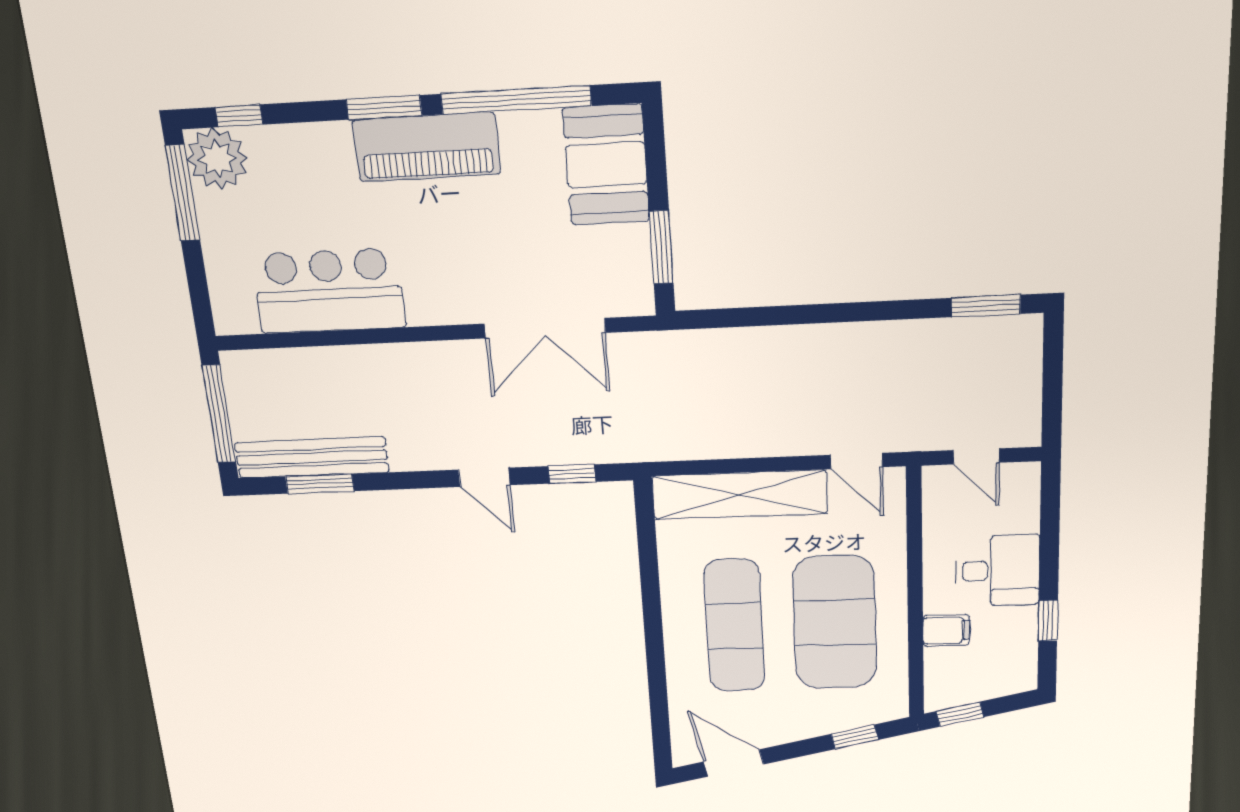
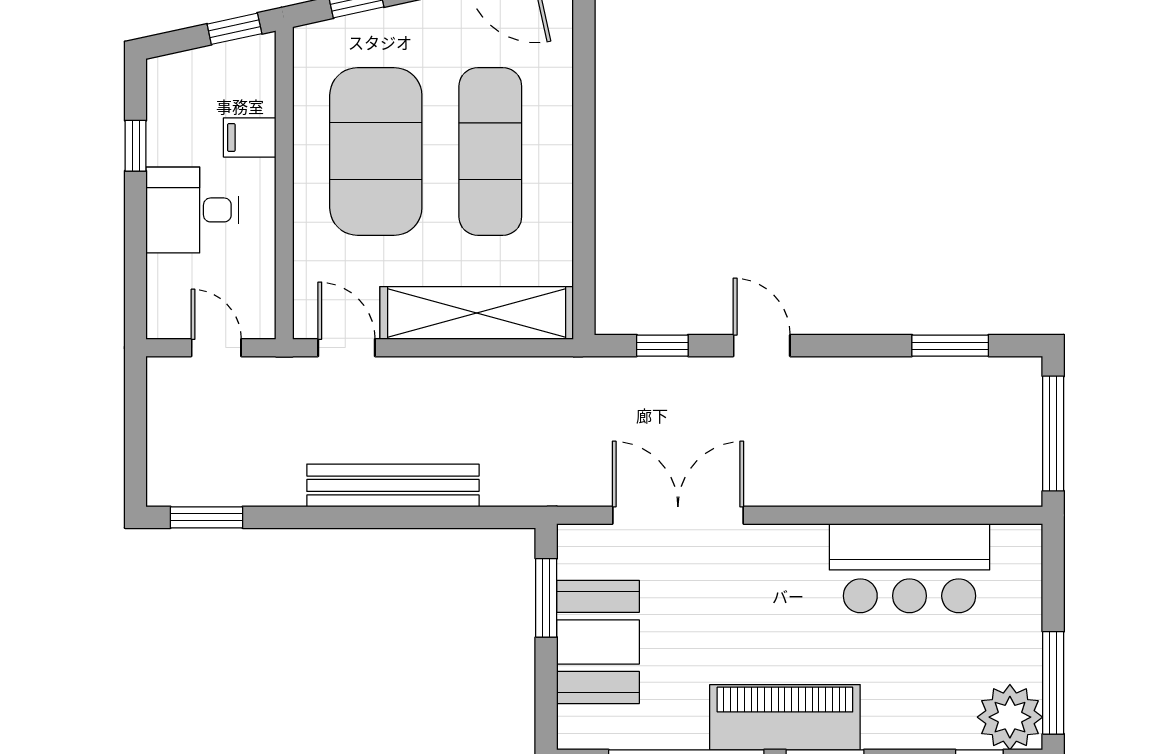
booth: (606, 165) -> (598, 642), moved
bench: (312, 457) -> (393, 485), moved

